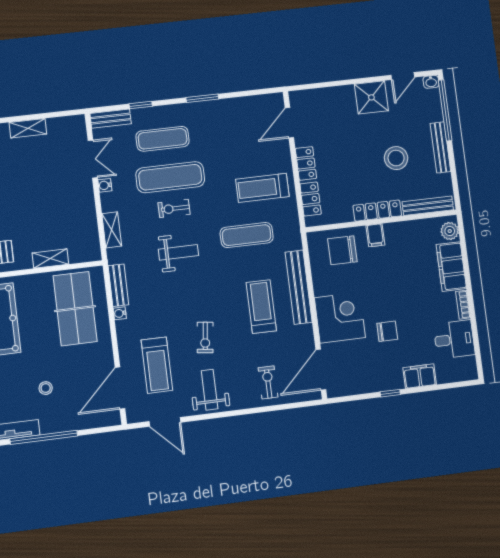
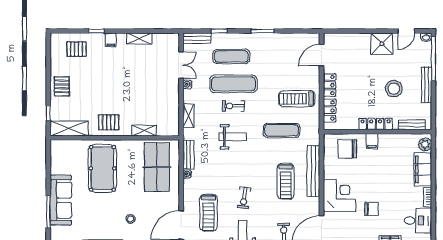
bench: (428, 206) -> (412, 125), width x0.73
treadmill: (261, 307) -> (286, 181), turned 180

